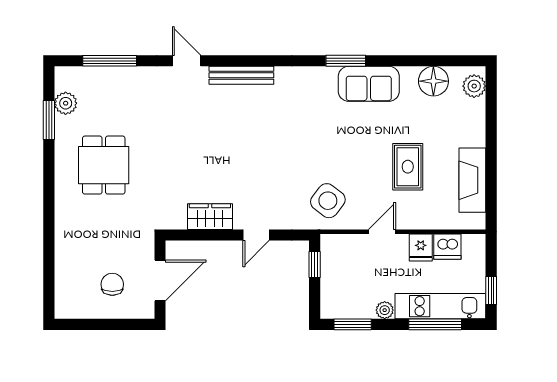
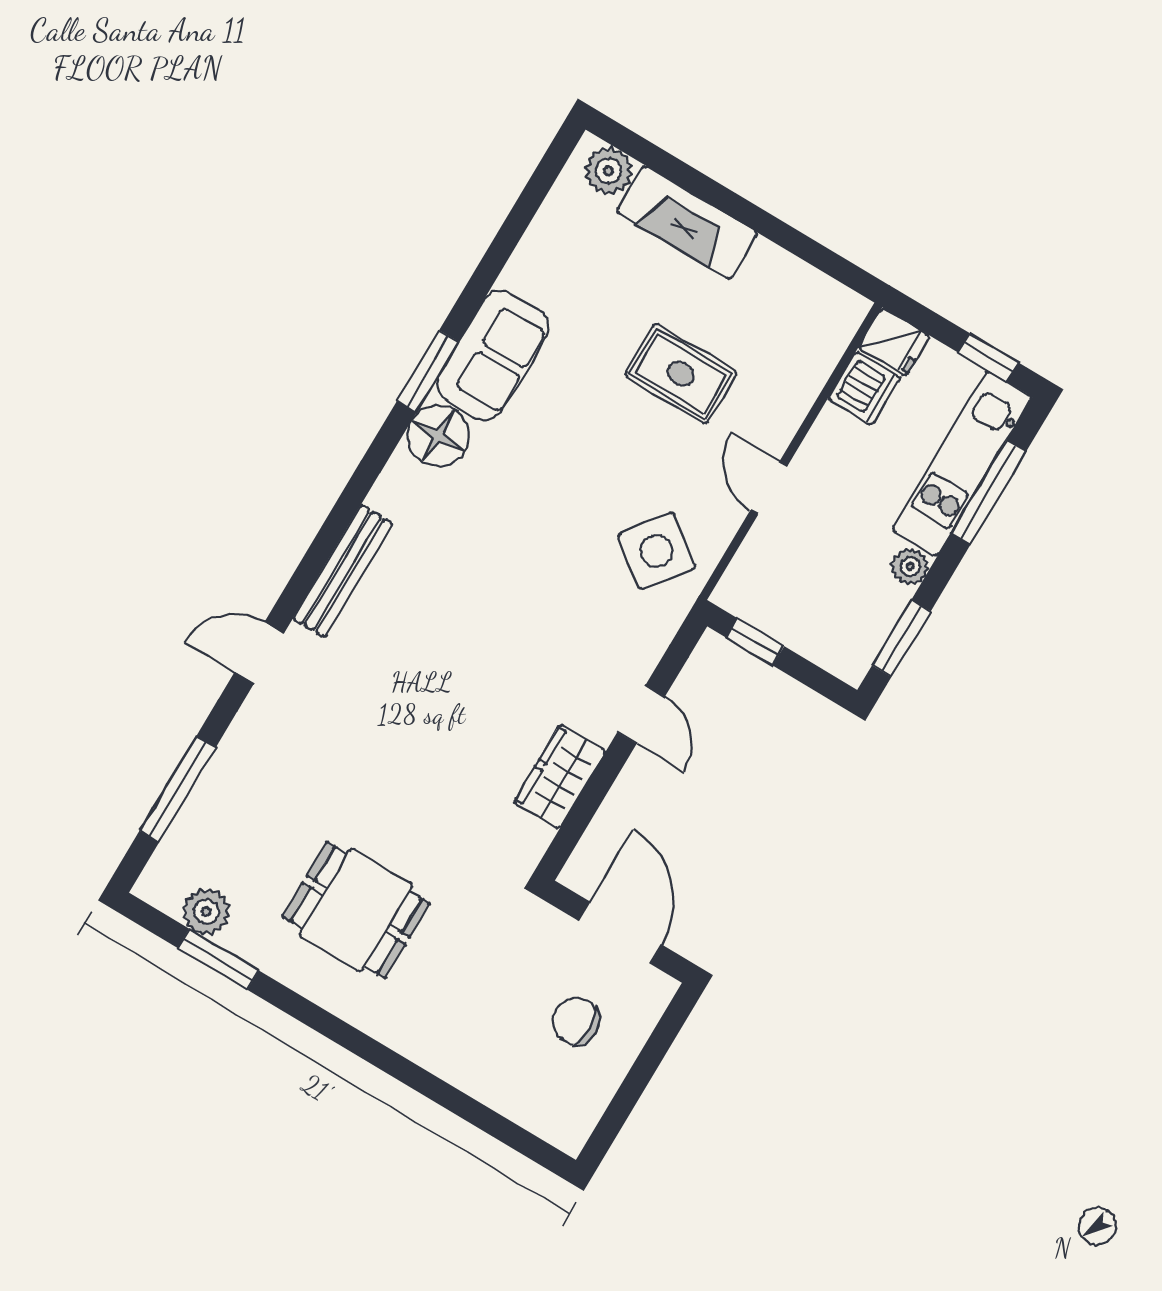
floor lamp: (433, 81) -> (438, 436), moved
fireplace: (472, 180) -> (687, 222), moved
fridge: (421, 248) -> (894, 342), moved

